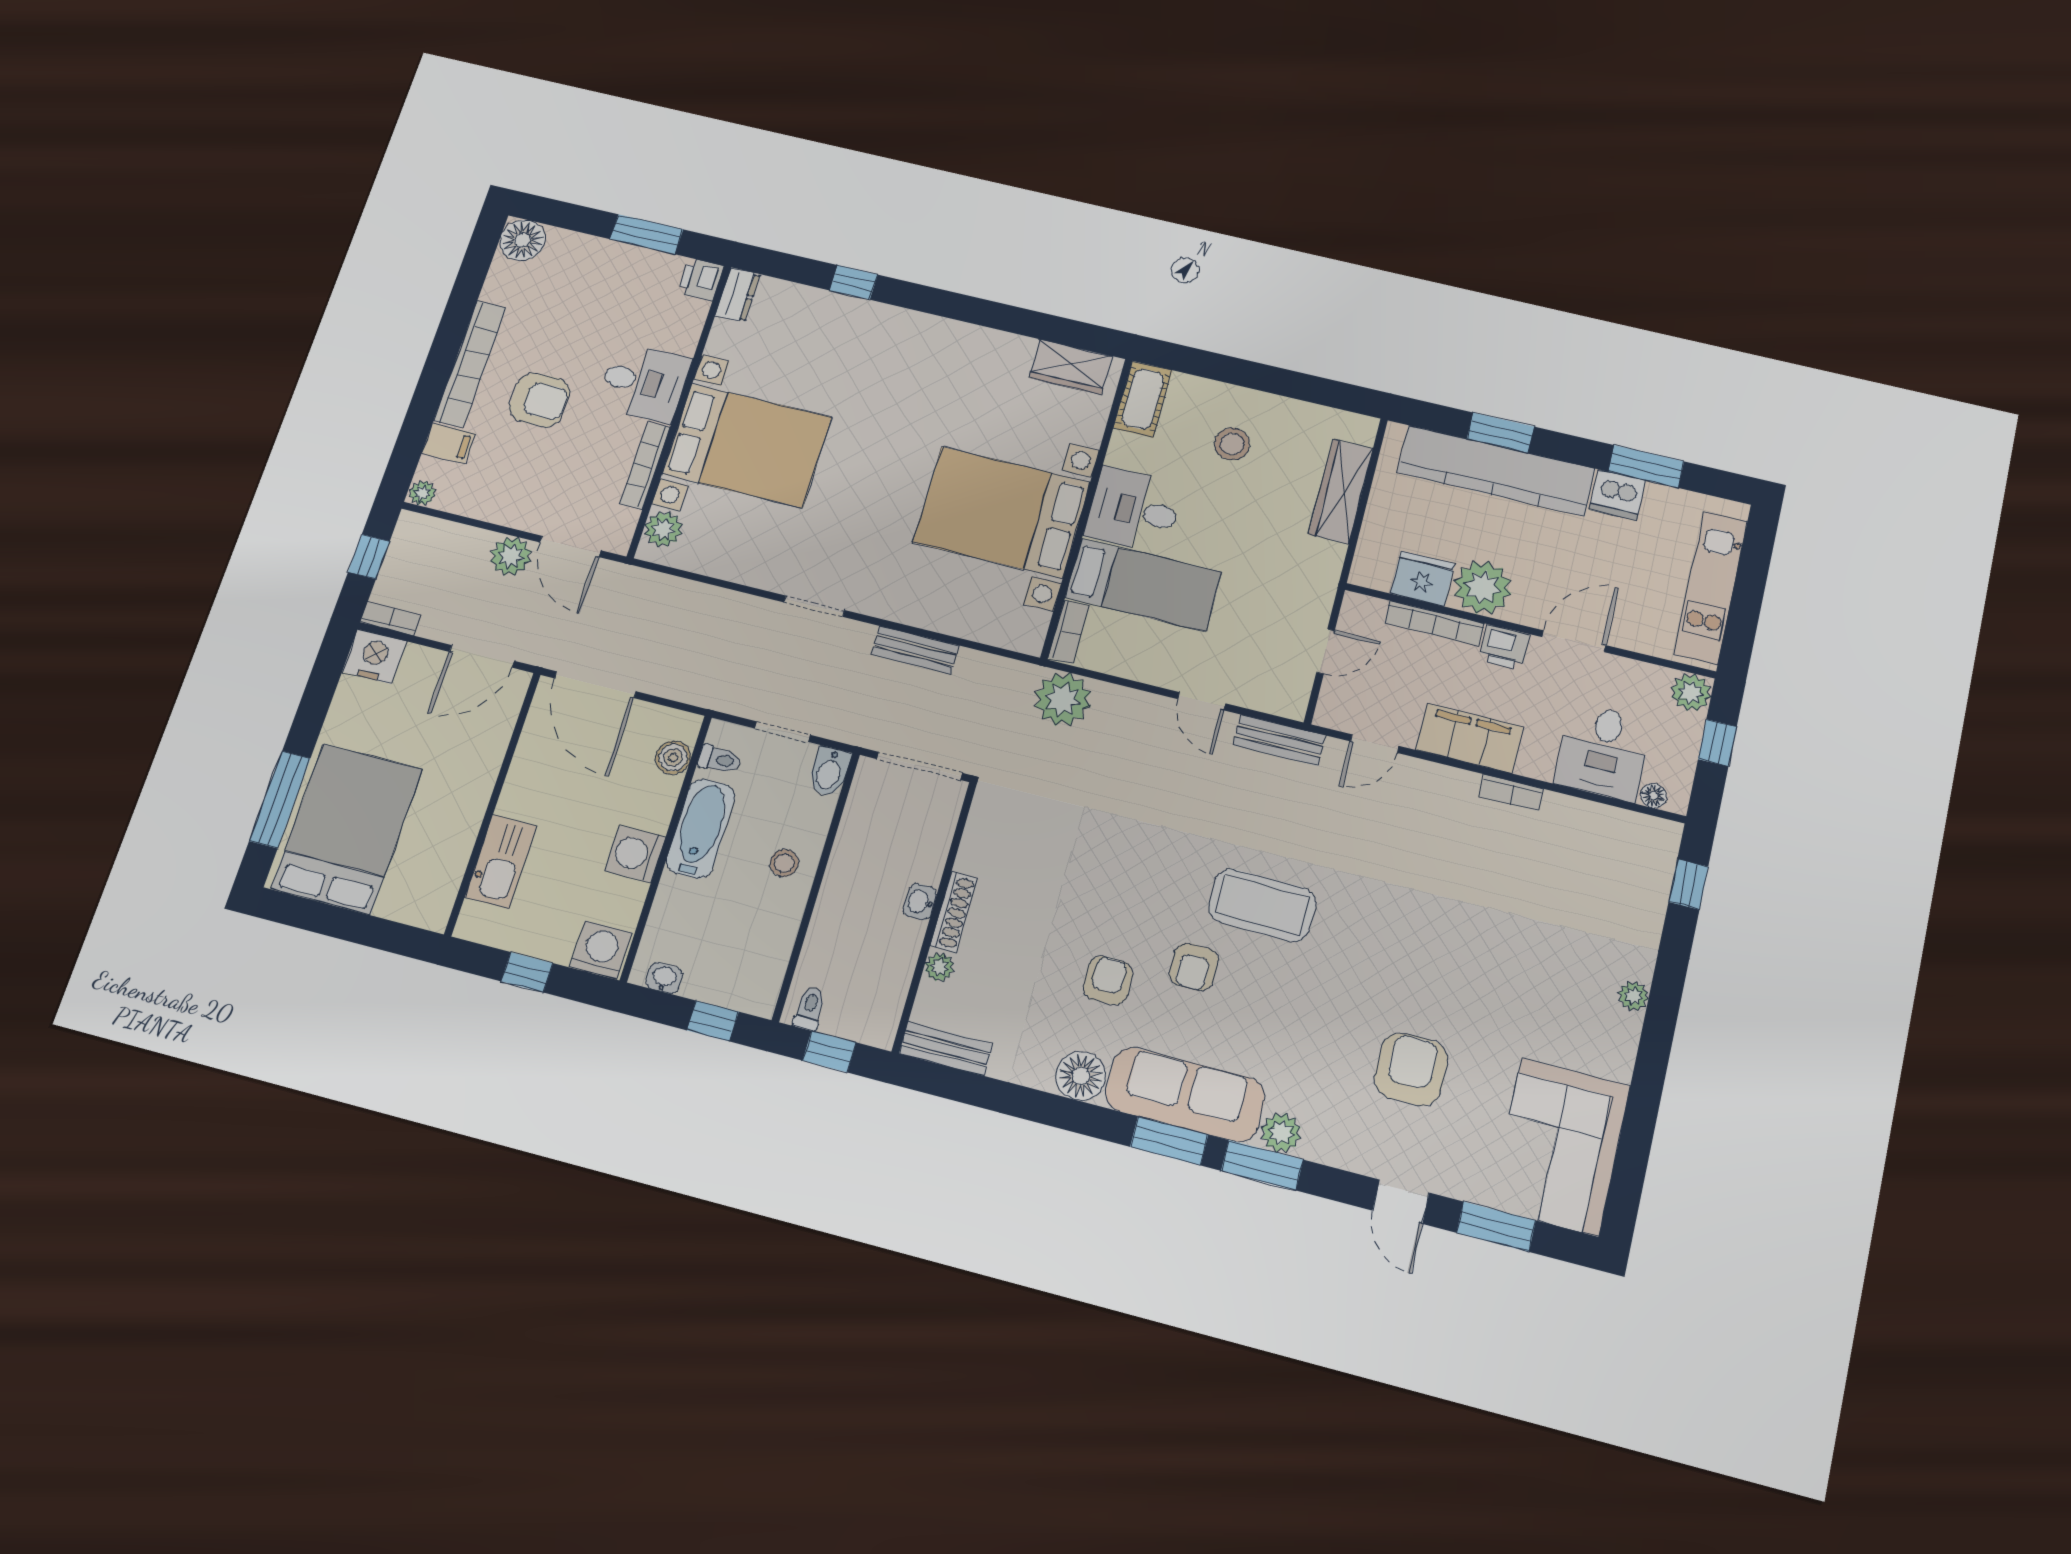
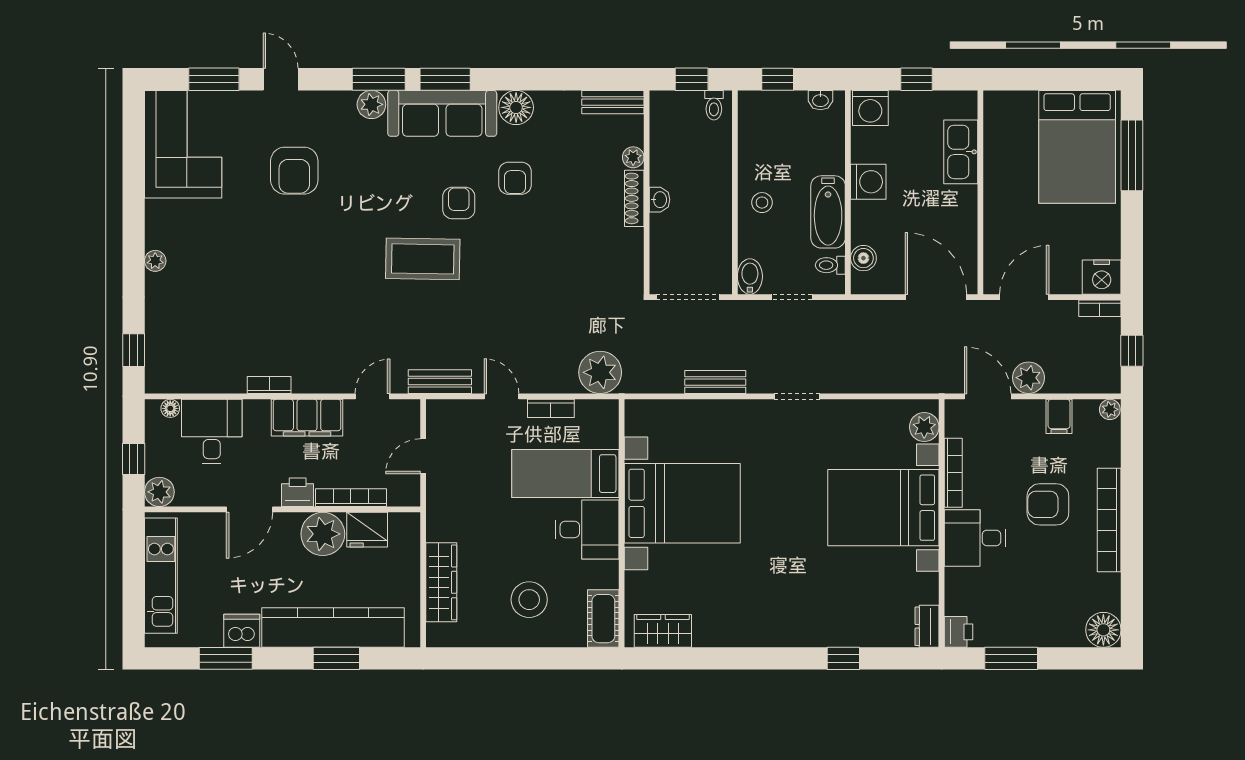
filing cabinet: (449, 443) -> (1059, 416), moved, turned -90
stool: (1232, 444) -> (529, 600), width x1.38, depth x1.38
bookcase: (1068, 632) -> (551, 408), moved, turned -90

